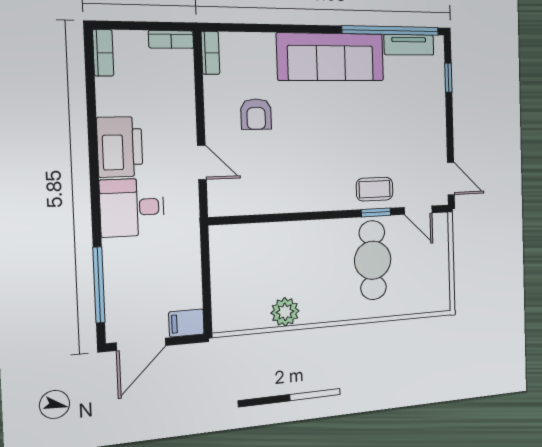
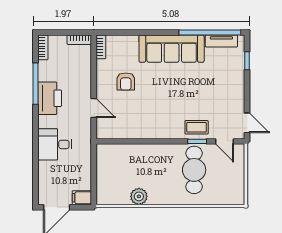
desk: (132, 207) -> (55, 144), moved
window: (99, 285) -> (36, 84), moved

